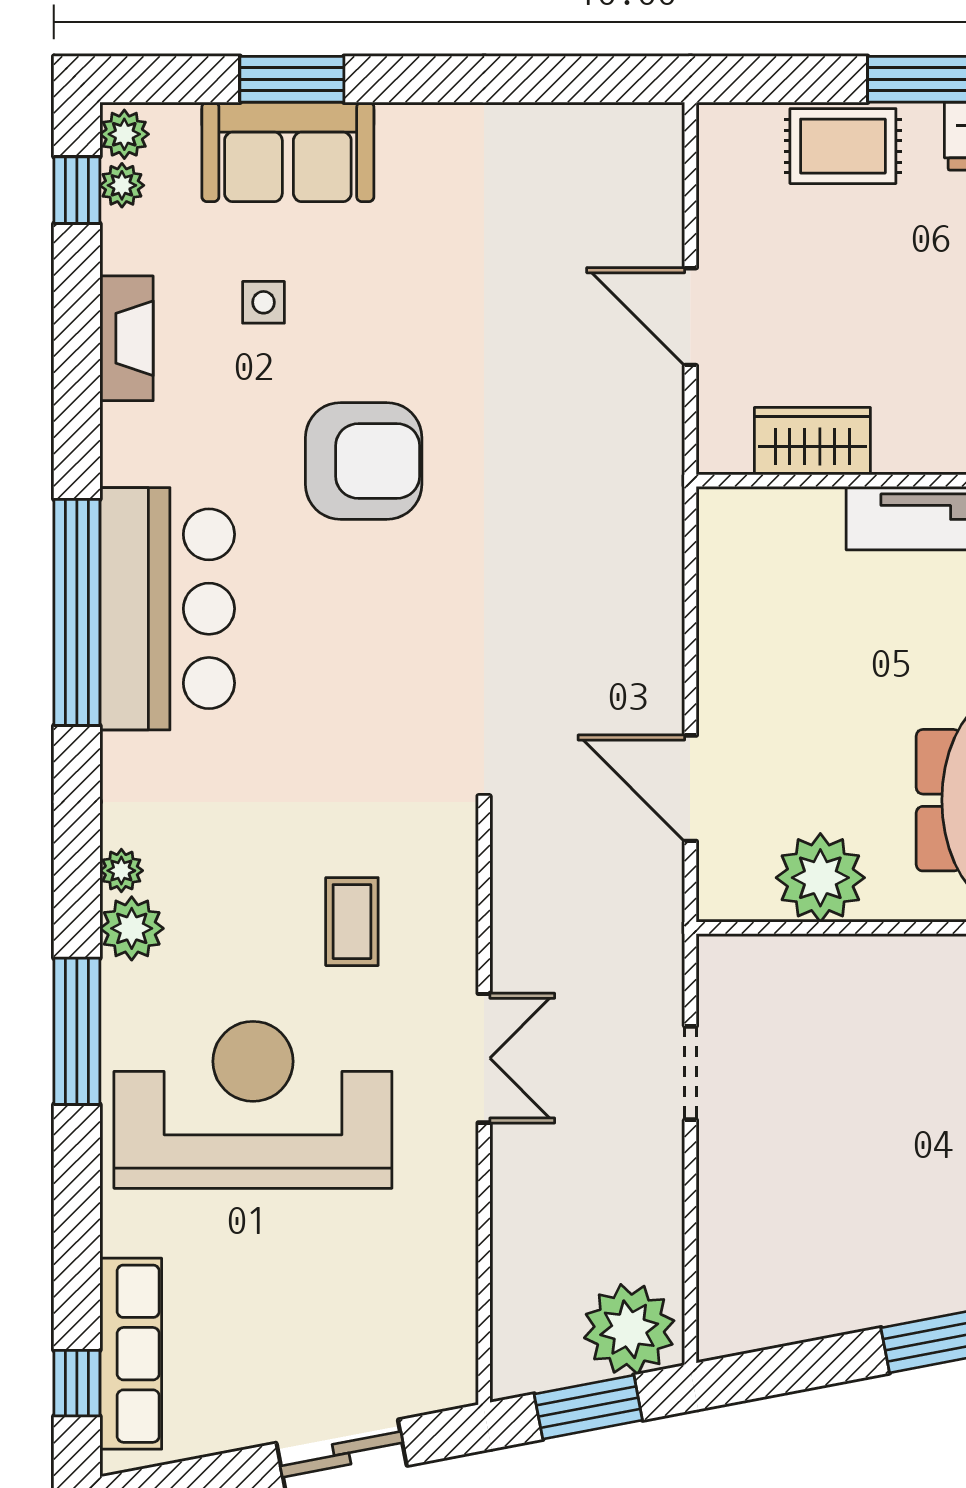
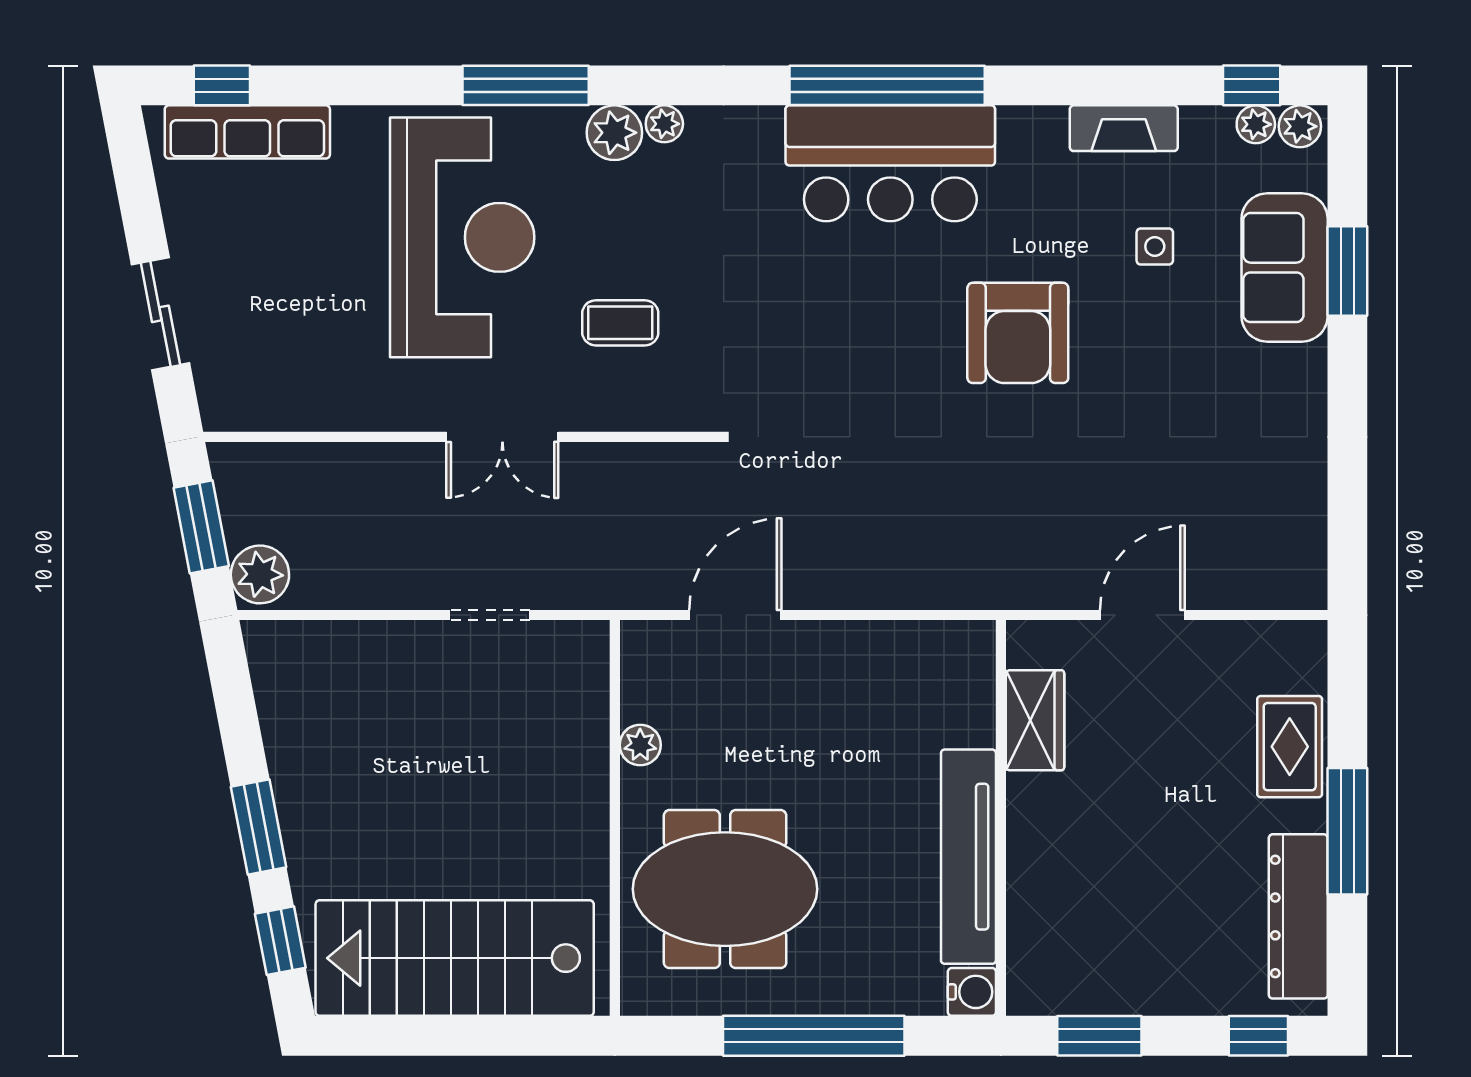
plant: (820, 878) -> (640, 745), width x0.53, depth x0.53
plant: (629, 1329) -> (260, 574), width x0.73, depth x0.73

